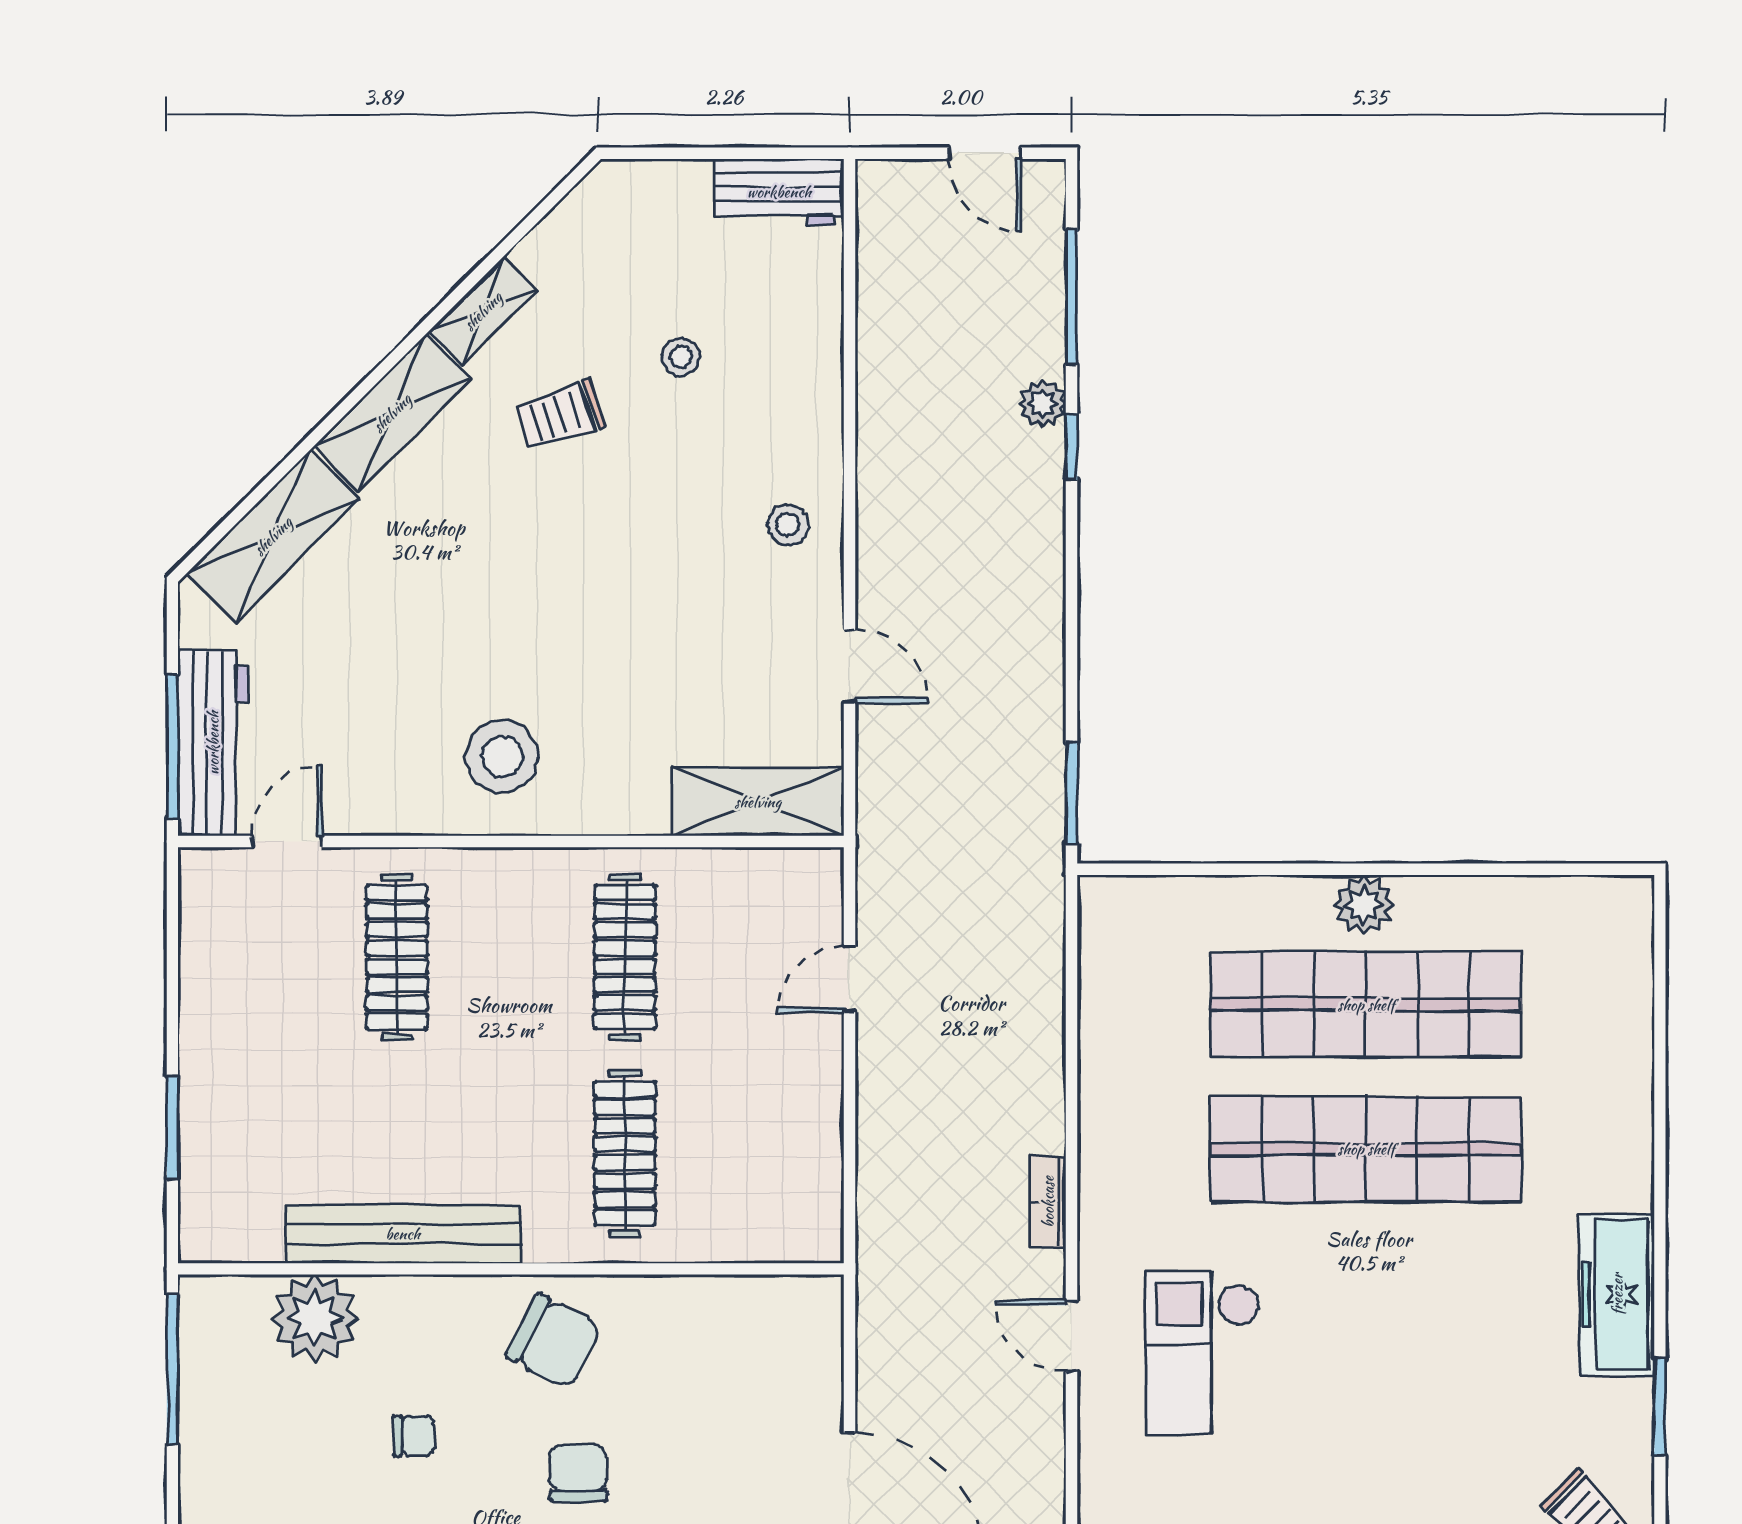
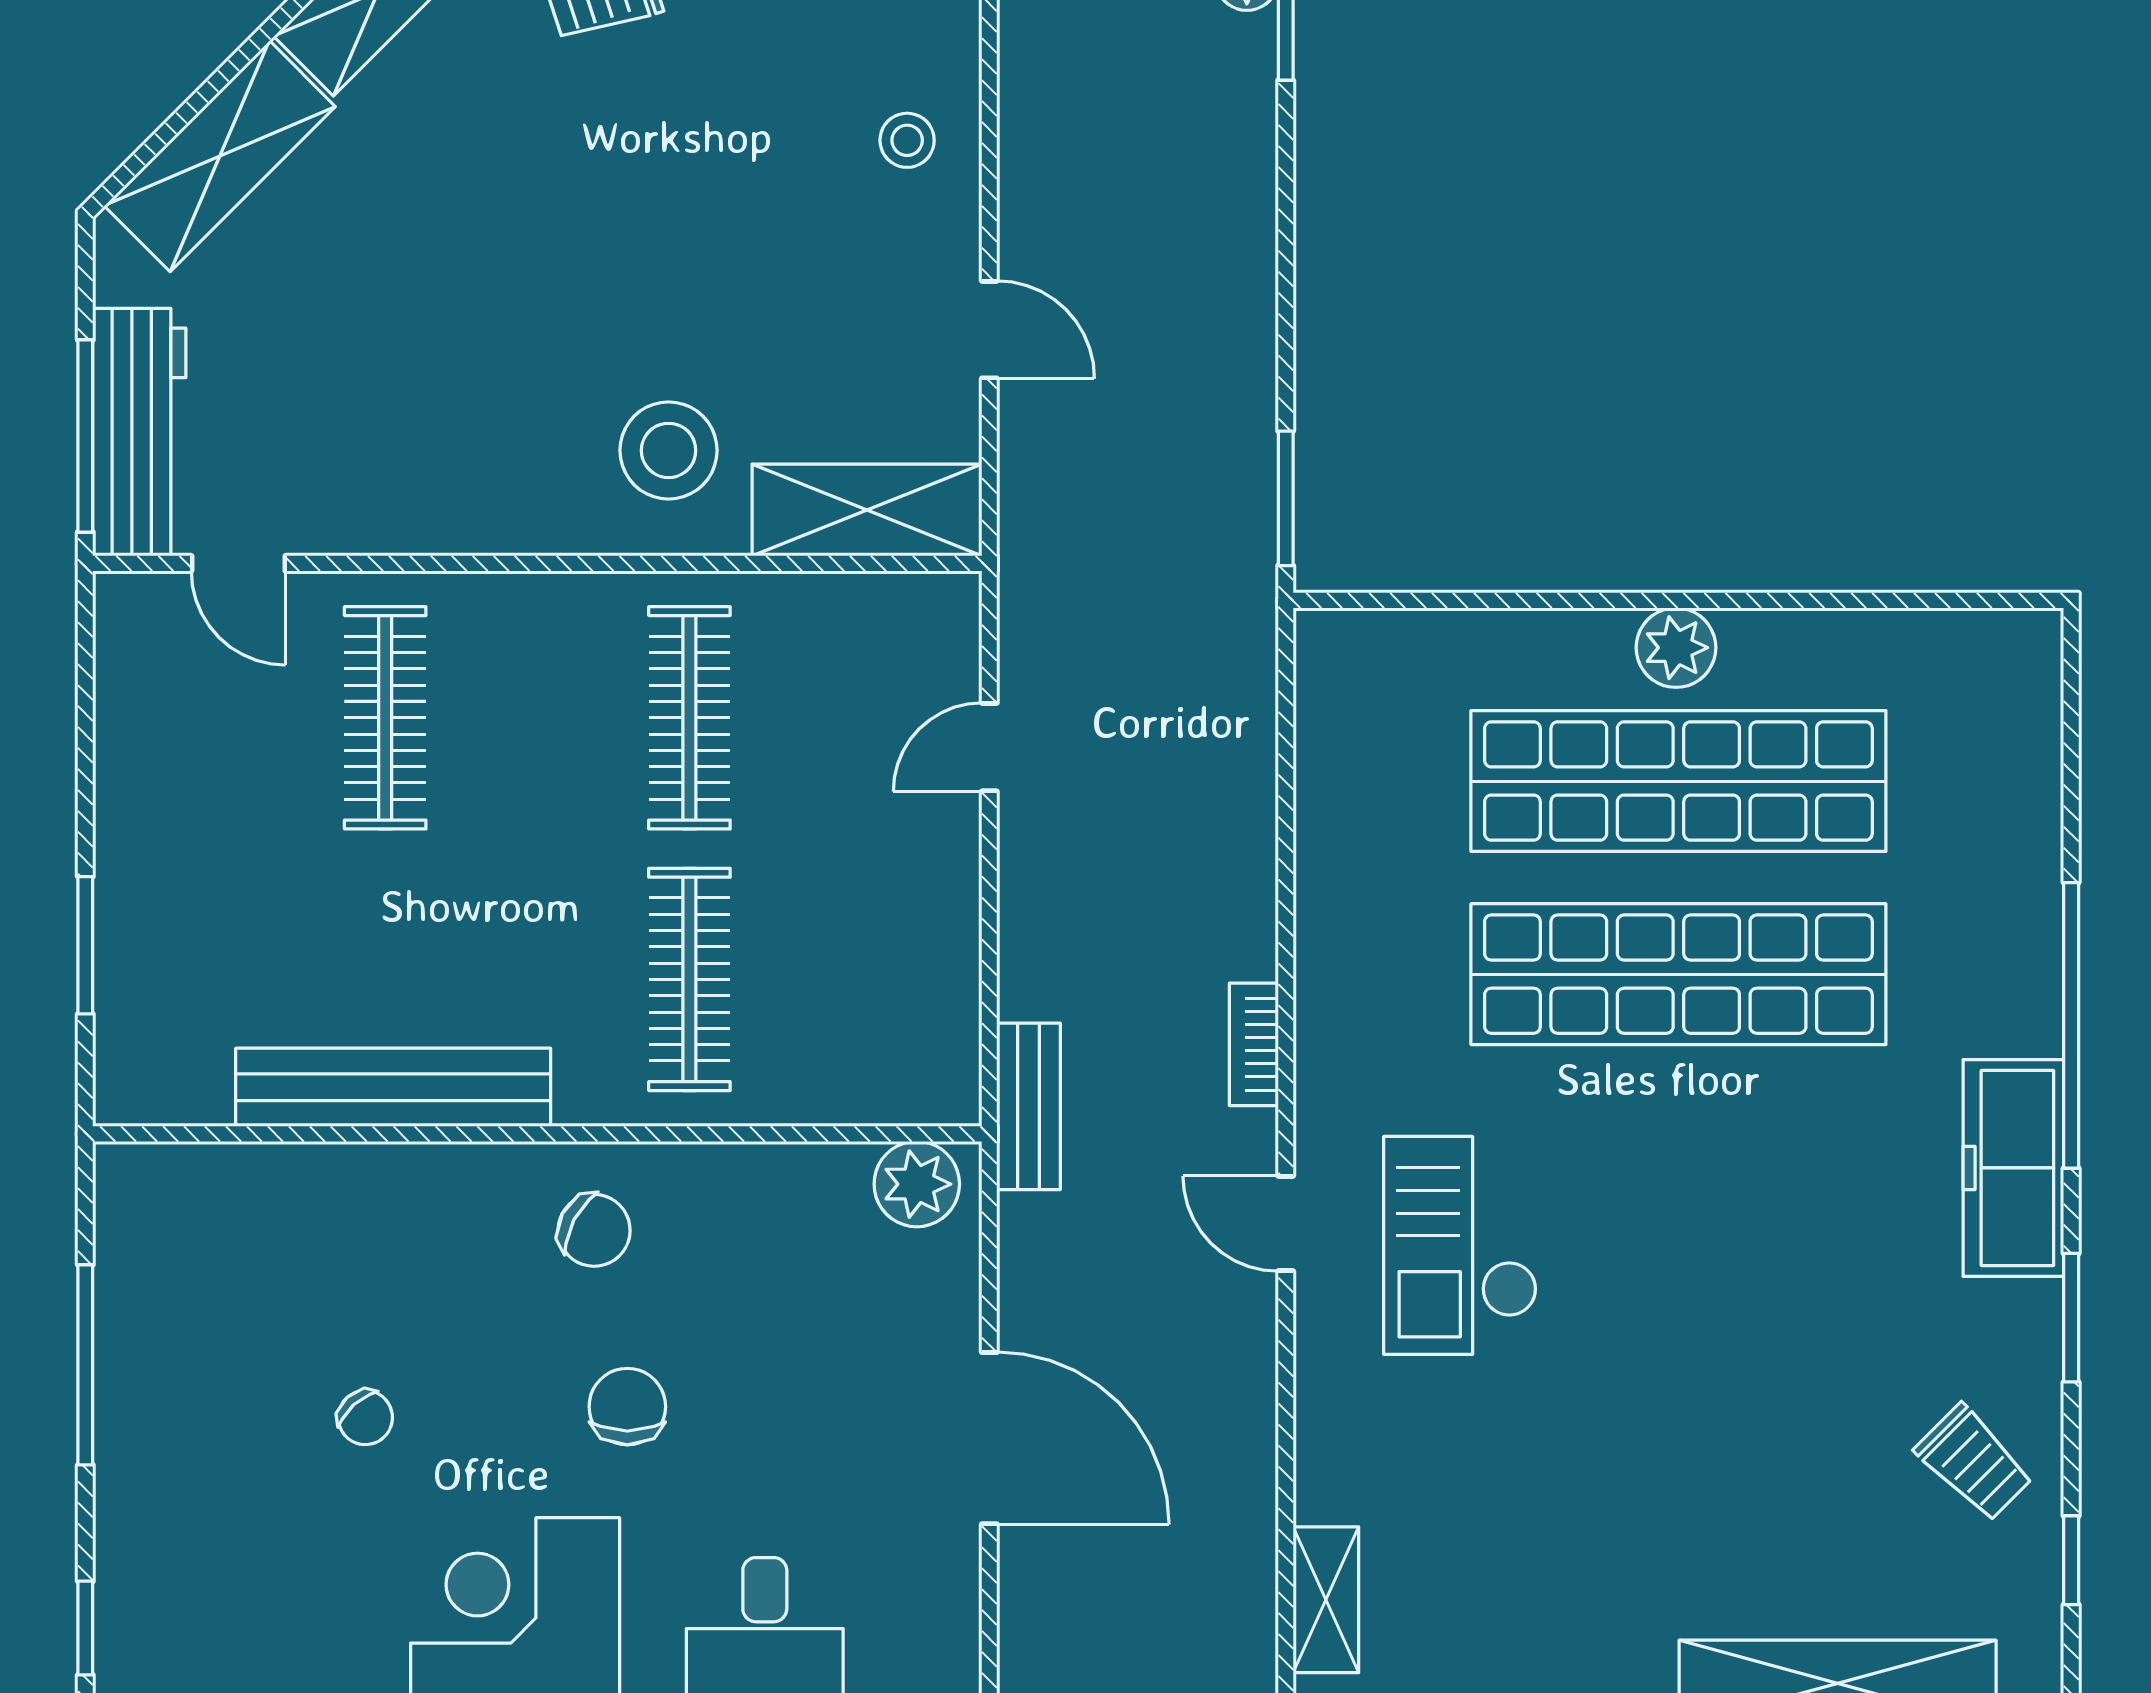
stool: (502, 756) -> (669, 450), moved
door: (287, 842) -> (238, 563), swing flipped
window: (1660, 1188) -> (2071, 1025), added
bench: (879, 1248) -> (1028, 1106), added
plant: (315, 1318) -> (917, 1184), moved, width x0.73, depth x0.73
chair: (553, 1341) -> (594, 1230), width x0.73, depth x0.73
window: (172, 1369) -> (85, 1365), moved
chair: (414, 1436) -> (365, 1418), moved, turned 48

